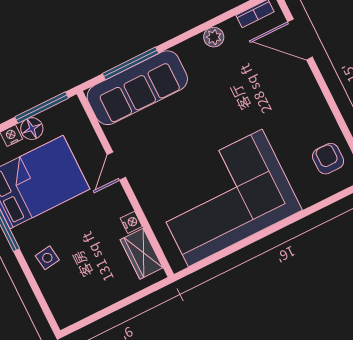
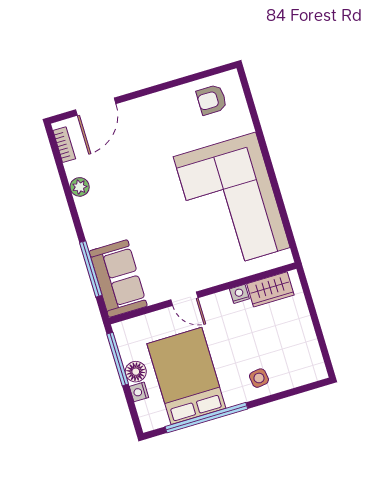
sofa: (137, 88) -> (118, 279), width x0.73

